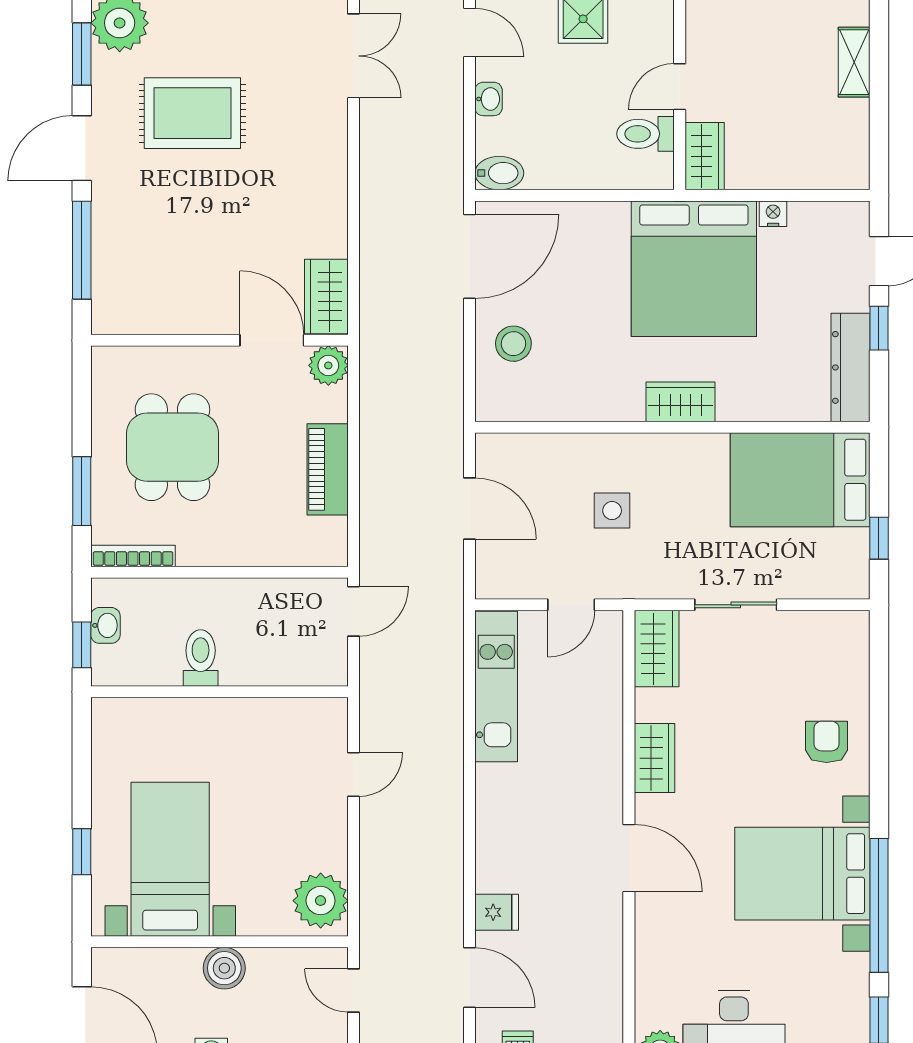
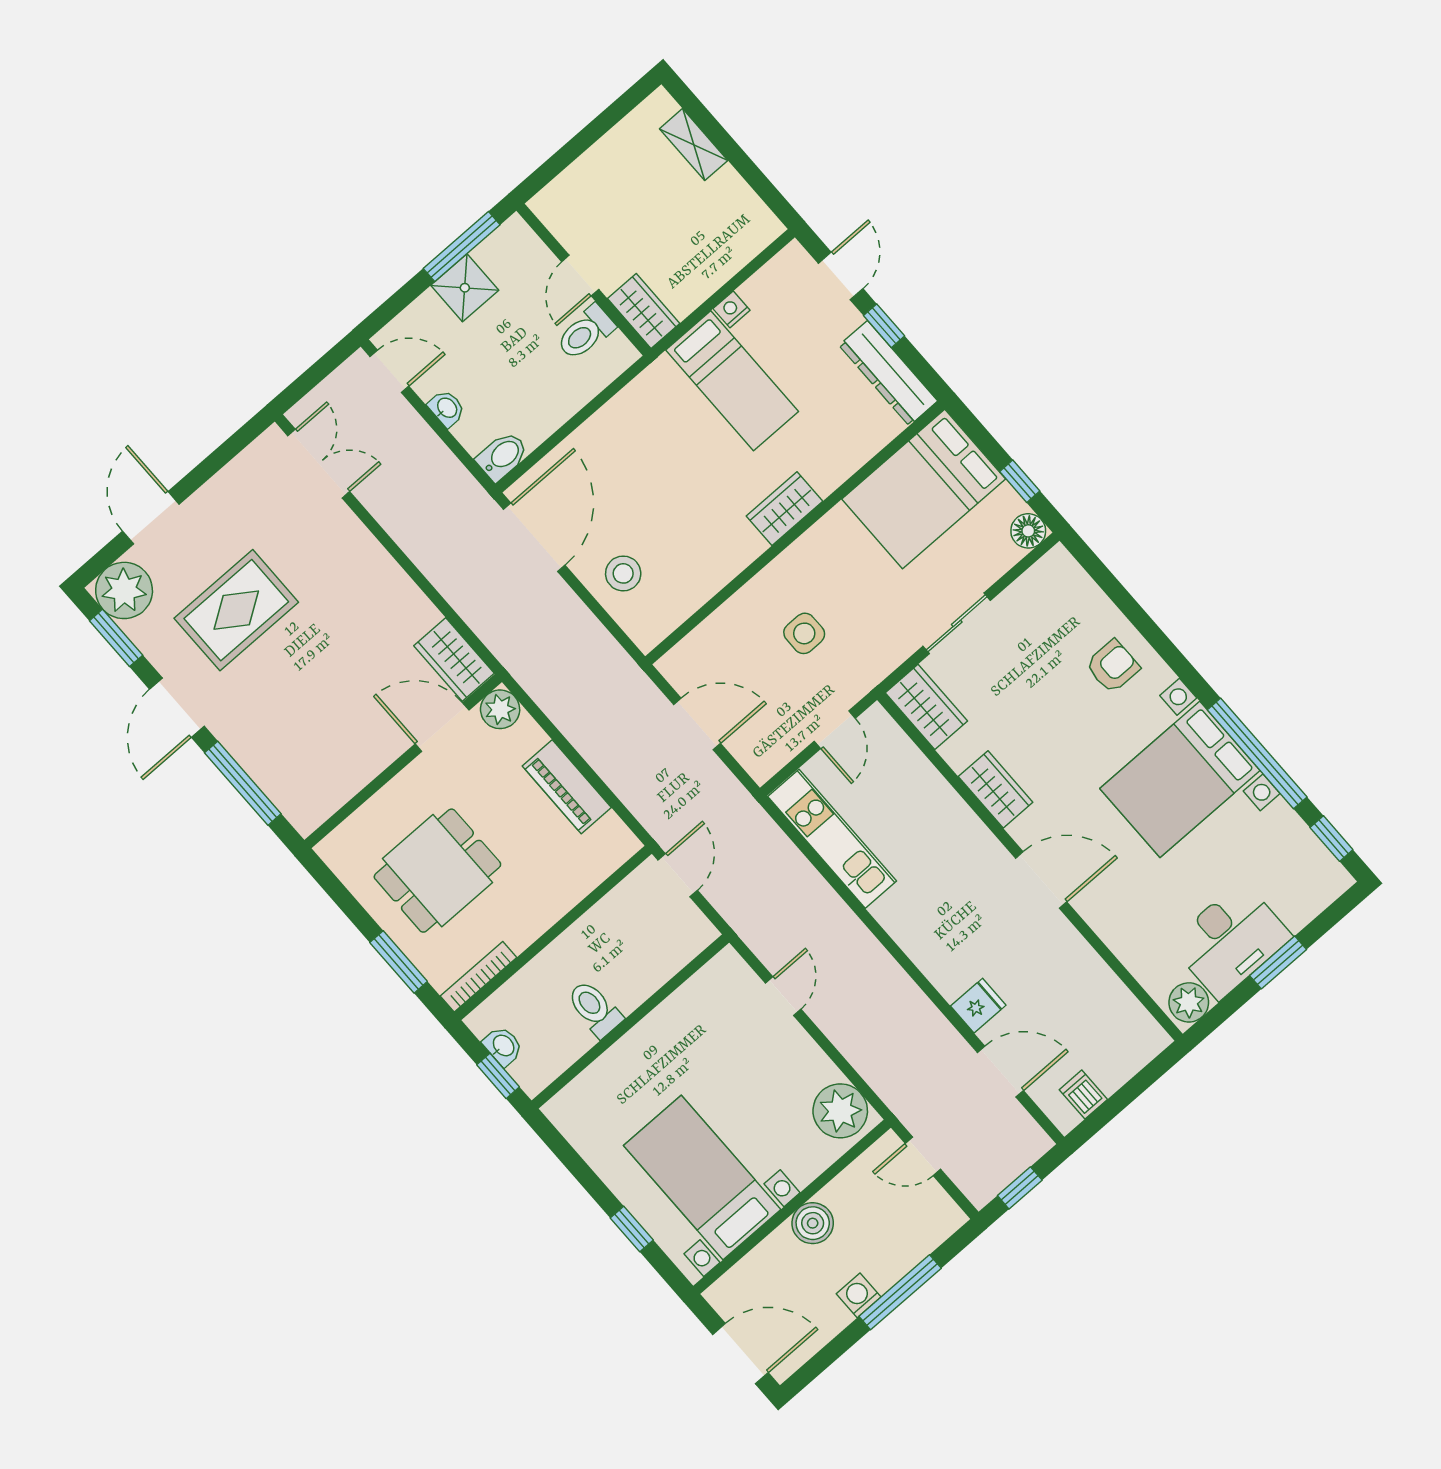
bed: (694, 269) -> (732, 381), width x0.49
dining table: (172, 447) -> (437, 871), turned 90
floor lamp: (852, 582) -> (1028, 531), added
armchair: (827, 742) -> (1113, 666), turned 90

